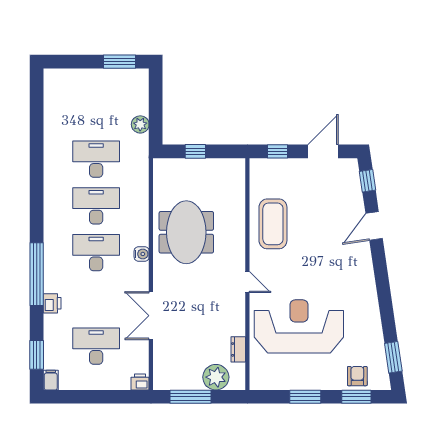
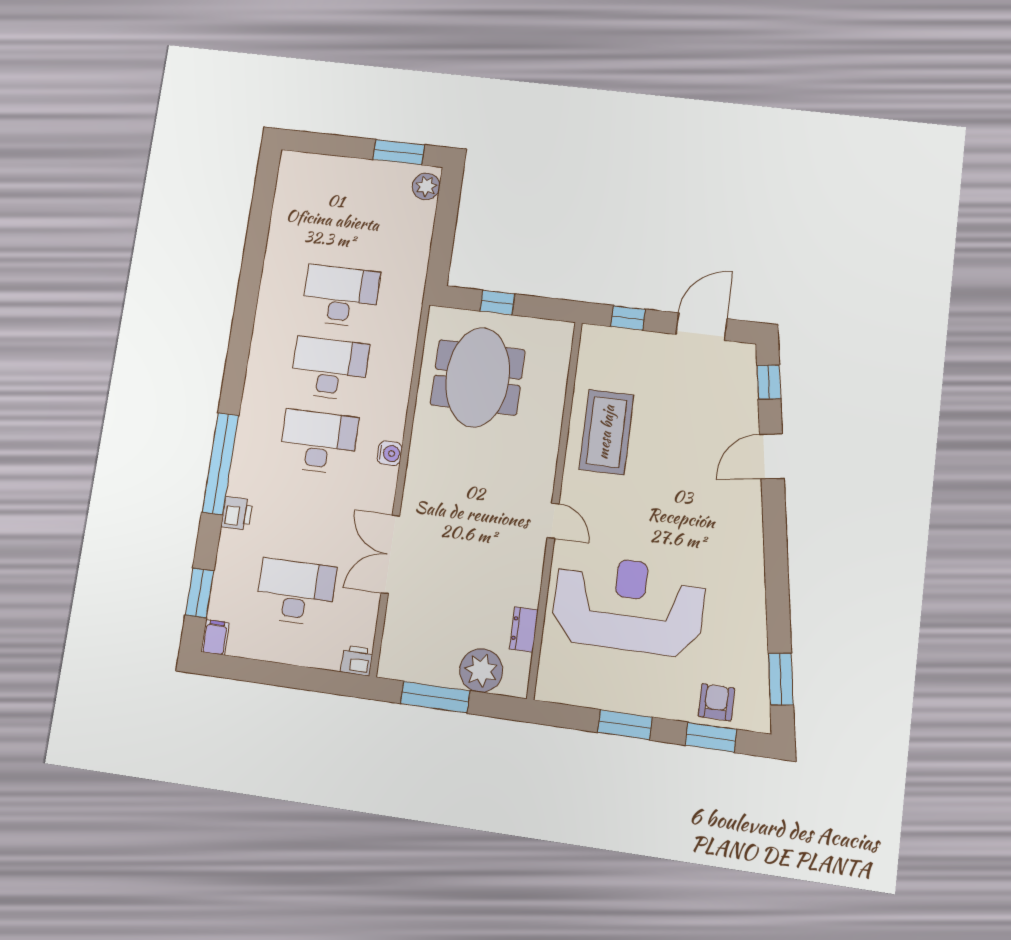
plant: (140, 124) -> (426, 186), moved
meeting table: (186, 232) -> (478, 377), moved

